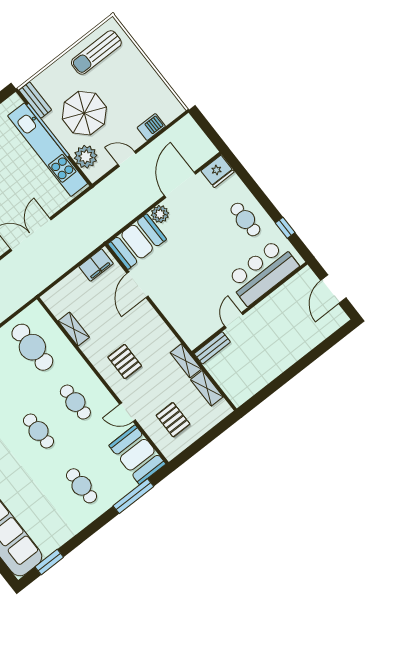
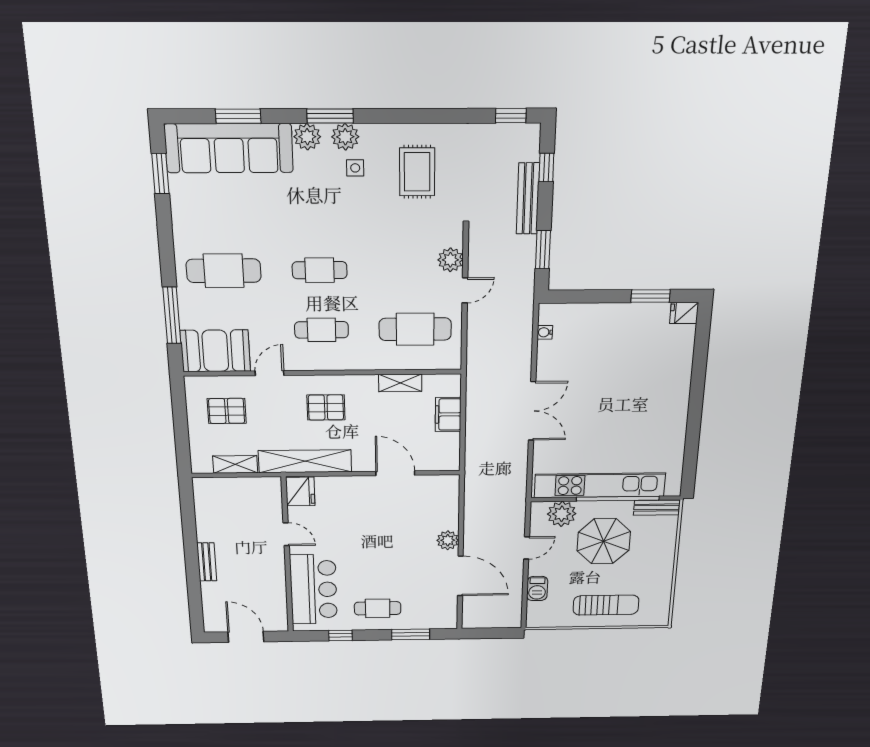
sun lounger: (96, 52) -> (606, 605), moved, turned 90
fridge: (218, 171) -> (300, 491), moved, turned 180
window: (249, 182) -> (411, 634), added
booth: (137, 242) -> (439, 502), removed
filing cabinet: (96, 265) -> (448, 414), moved
bench: (212, 348) -> (207, 562), moved
shelving: (186, 361) -> (305, 461), width x2.20, depth x1.33
cafe table: (82, 486) -> (224, 271), width x1.37, depth x1.35

